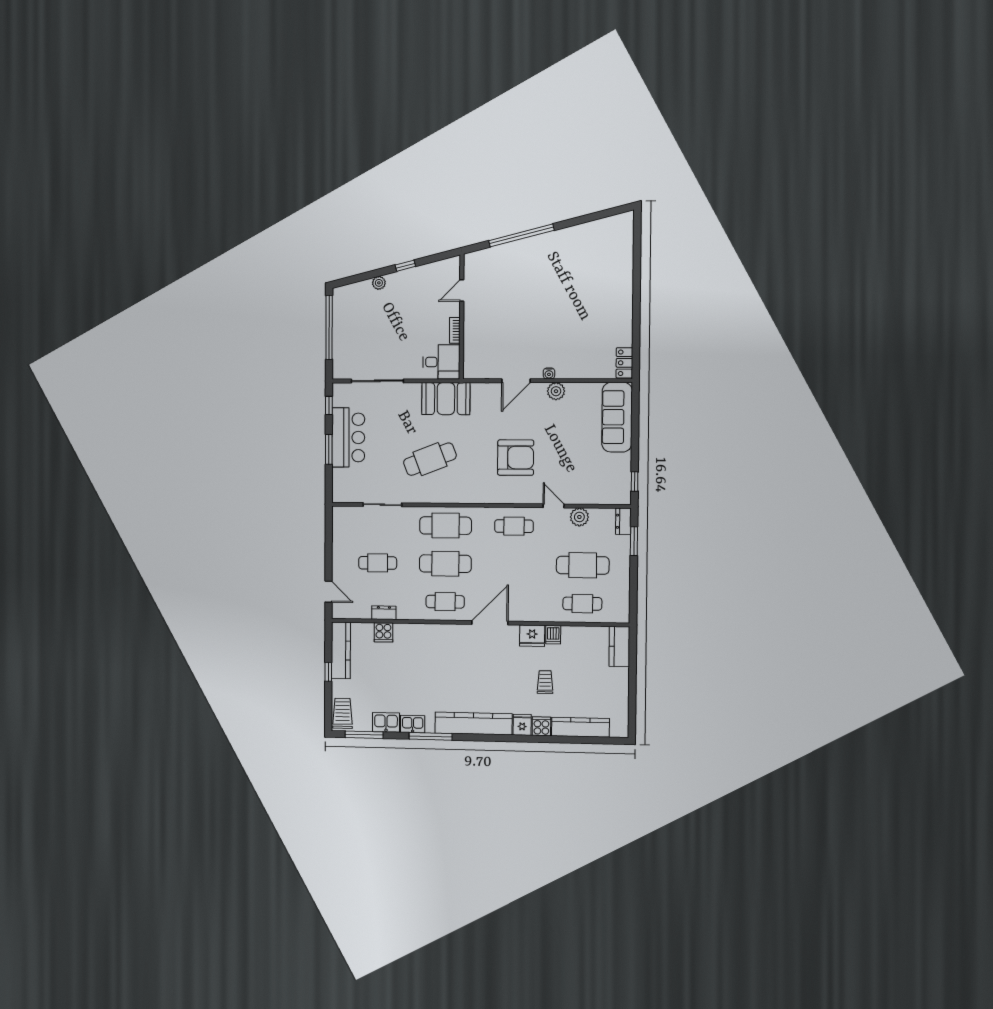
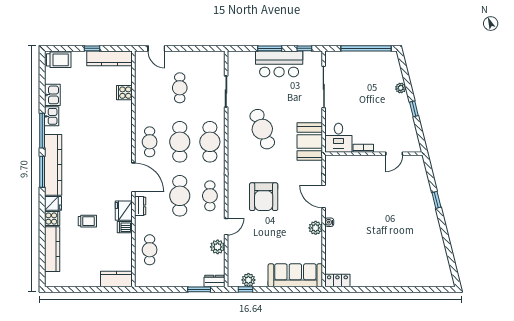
window: (521, 235) -> (436, 200), width x0.32
door: (462, 291) -> (394, 154), swing flipped
plant: (623, 478) -> (248, 280), added
cafe table: (583, 565) -> (180, 196), moved
door: (328, 592) -> (156, 48), hinge flipped
dresser: (384, 613) -> (140, 206), moved
window: (364, 735) -> (42, 172), moved

